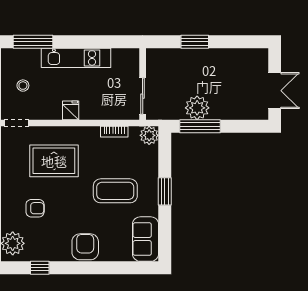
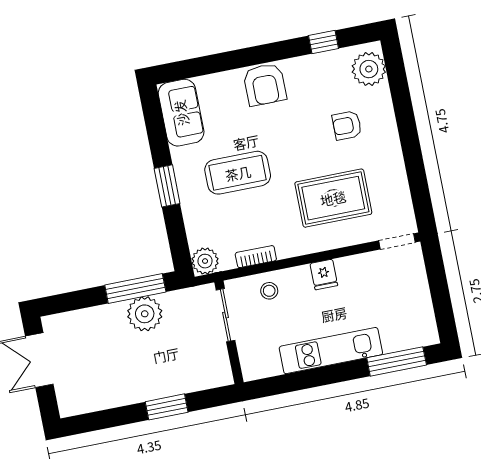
stool: (23, 86) -> (269, 291), moved

